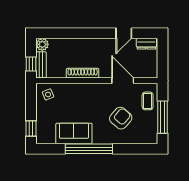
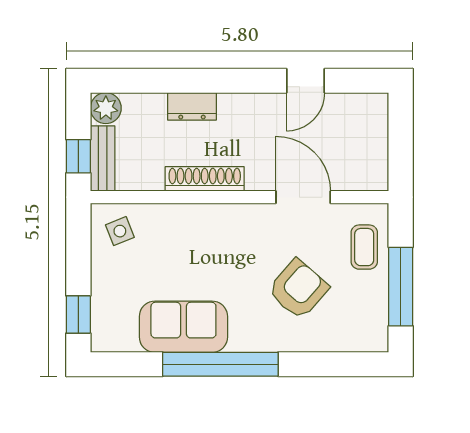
dresser: (146, 44) -> (192, 106), moved

